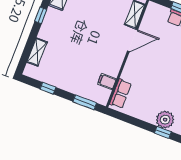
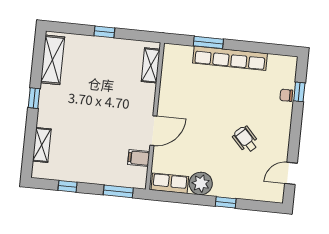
door: (132, 40) -> (153, 131), moved
row of seats: (121, 94) -> (170, 183), moved, turned -90
plant: (165, 120) -> (201, 183), moved

